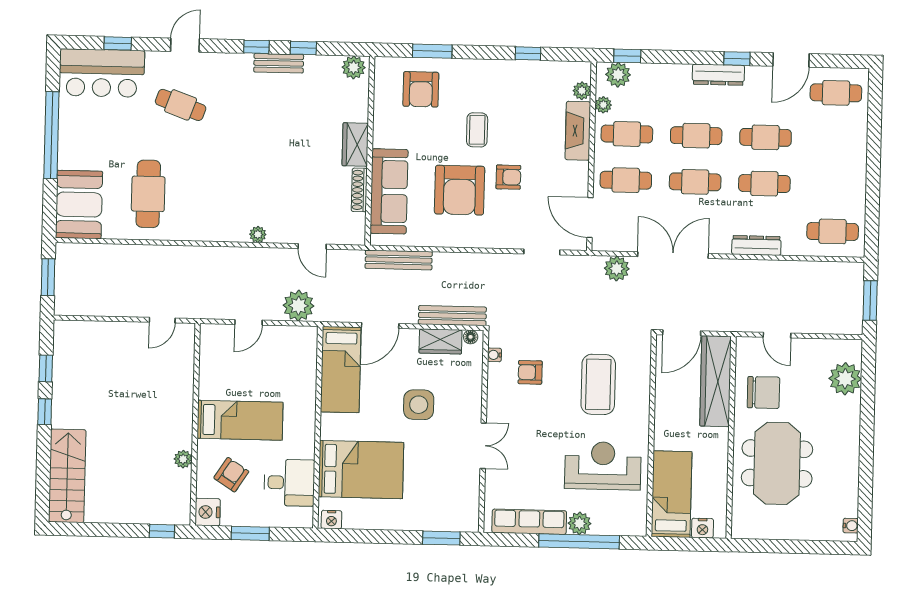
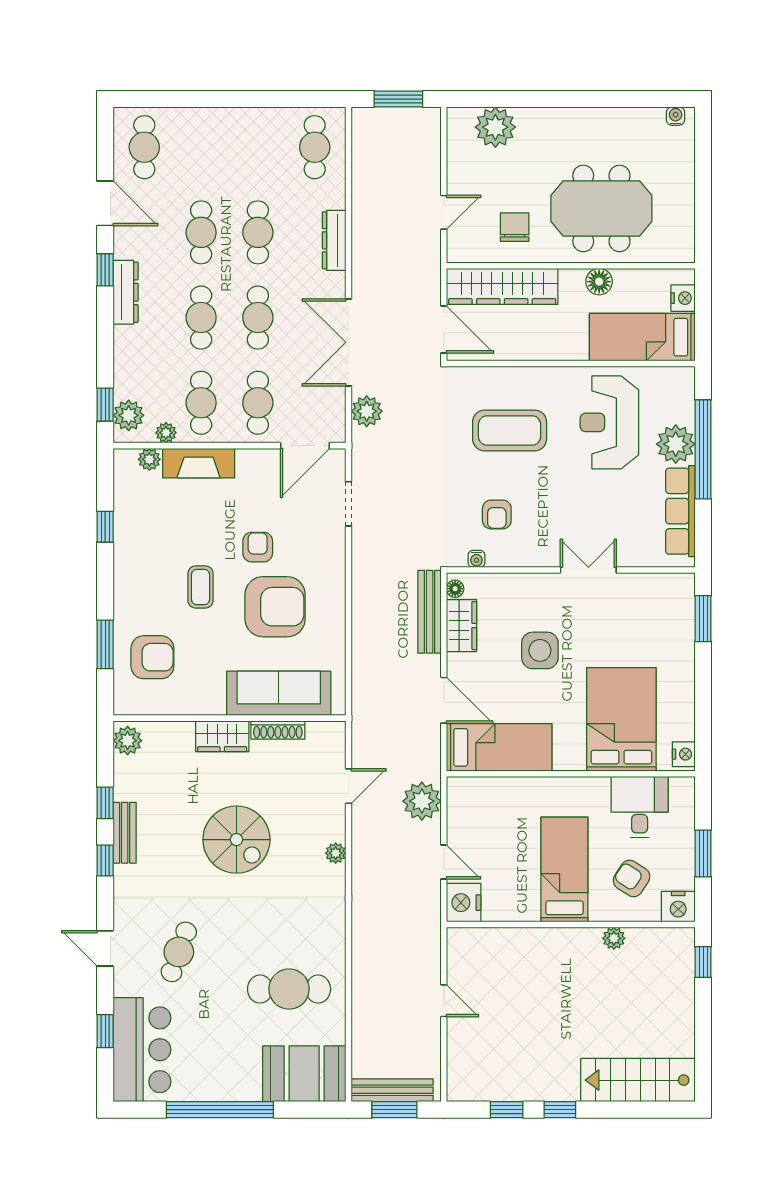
coffee table: (477, 130) -> (201, 587), turned 90
spiral stairs: (271, 154) -> (236, 840), added
bench: (399, 260) -> (392, 1090), moved, turned 90
door: (162, 320) -> (444, 1001), moved
nightstand: (215, 338) -> (464, 903), added
chair: (763, 392) -> (515, 227), width x0.73, depth x0.73
floor lamp: (718, 460) -> (599, 282), added
plant: (580, 523) -> (676, 444), width x1.36, depth x1.36

